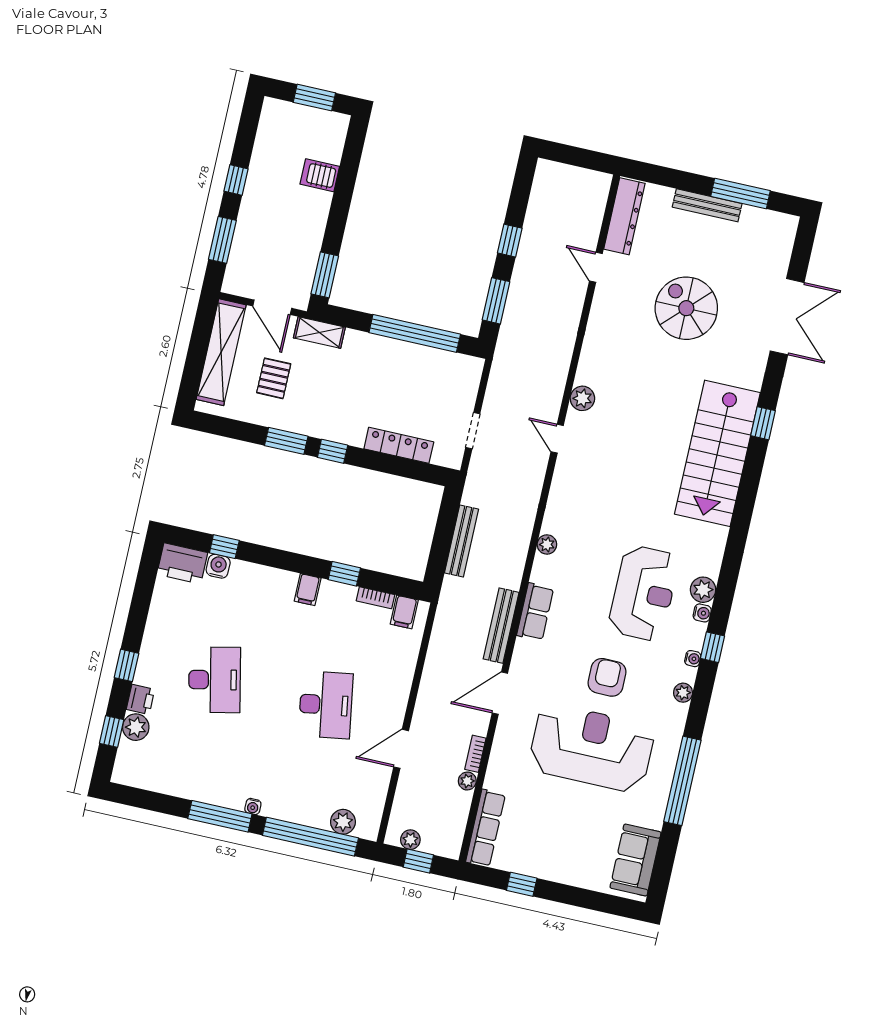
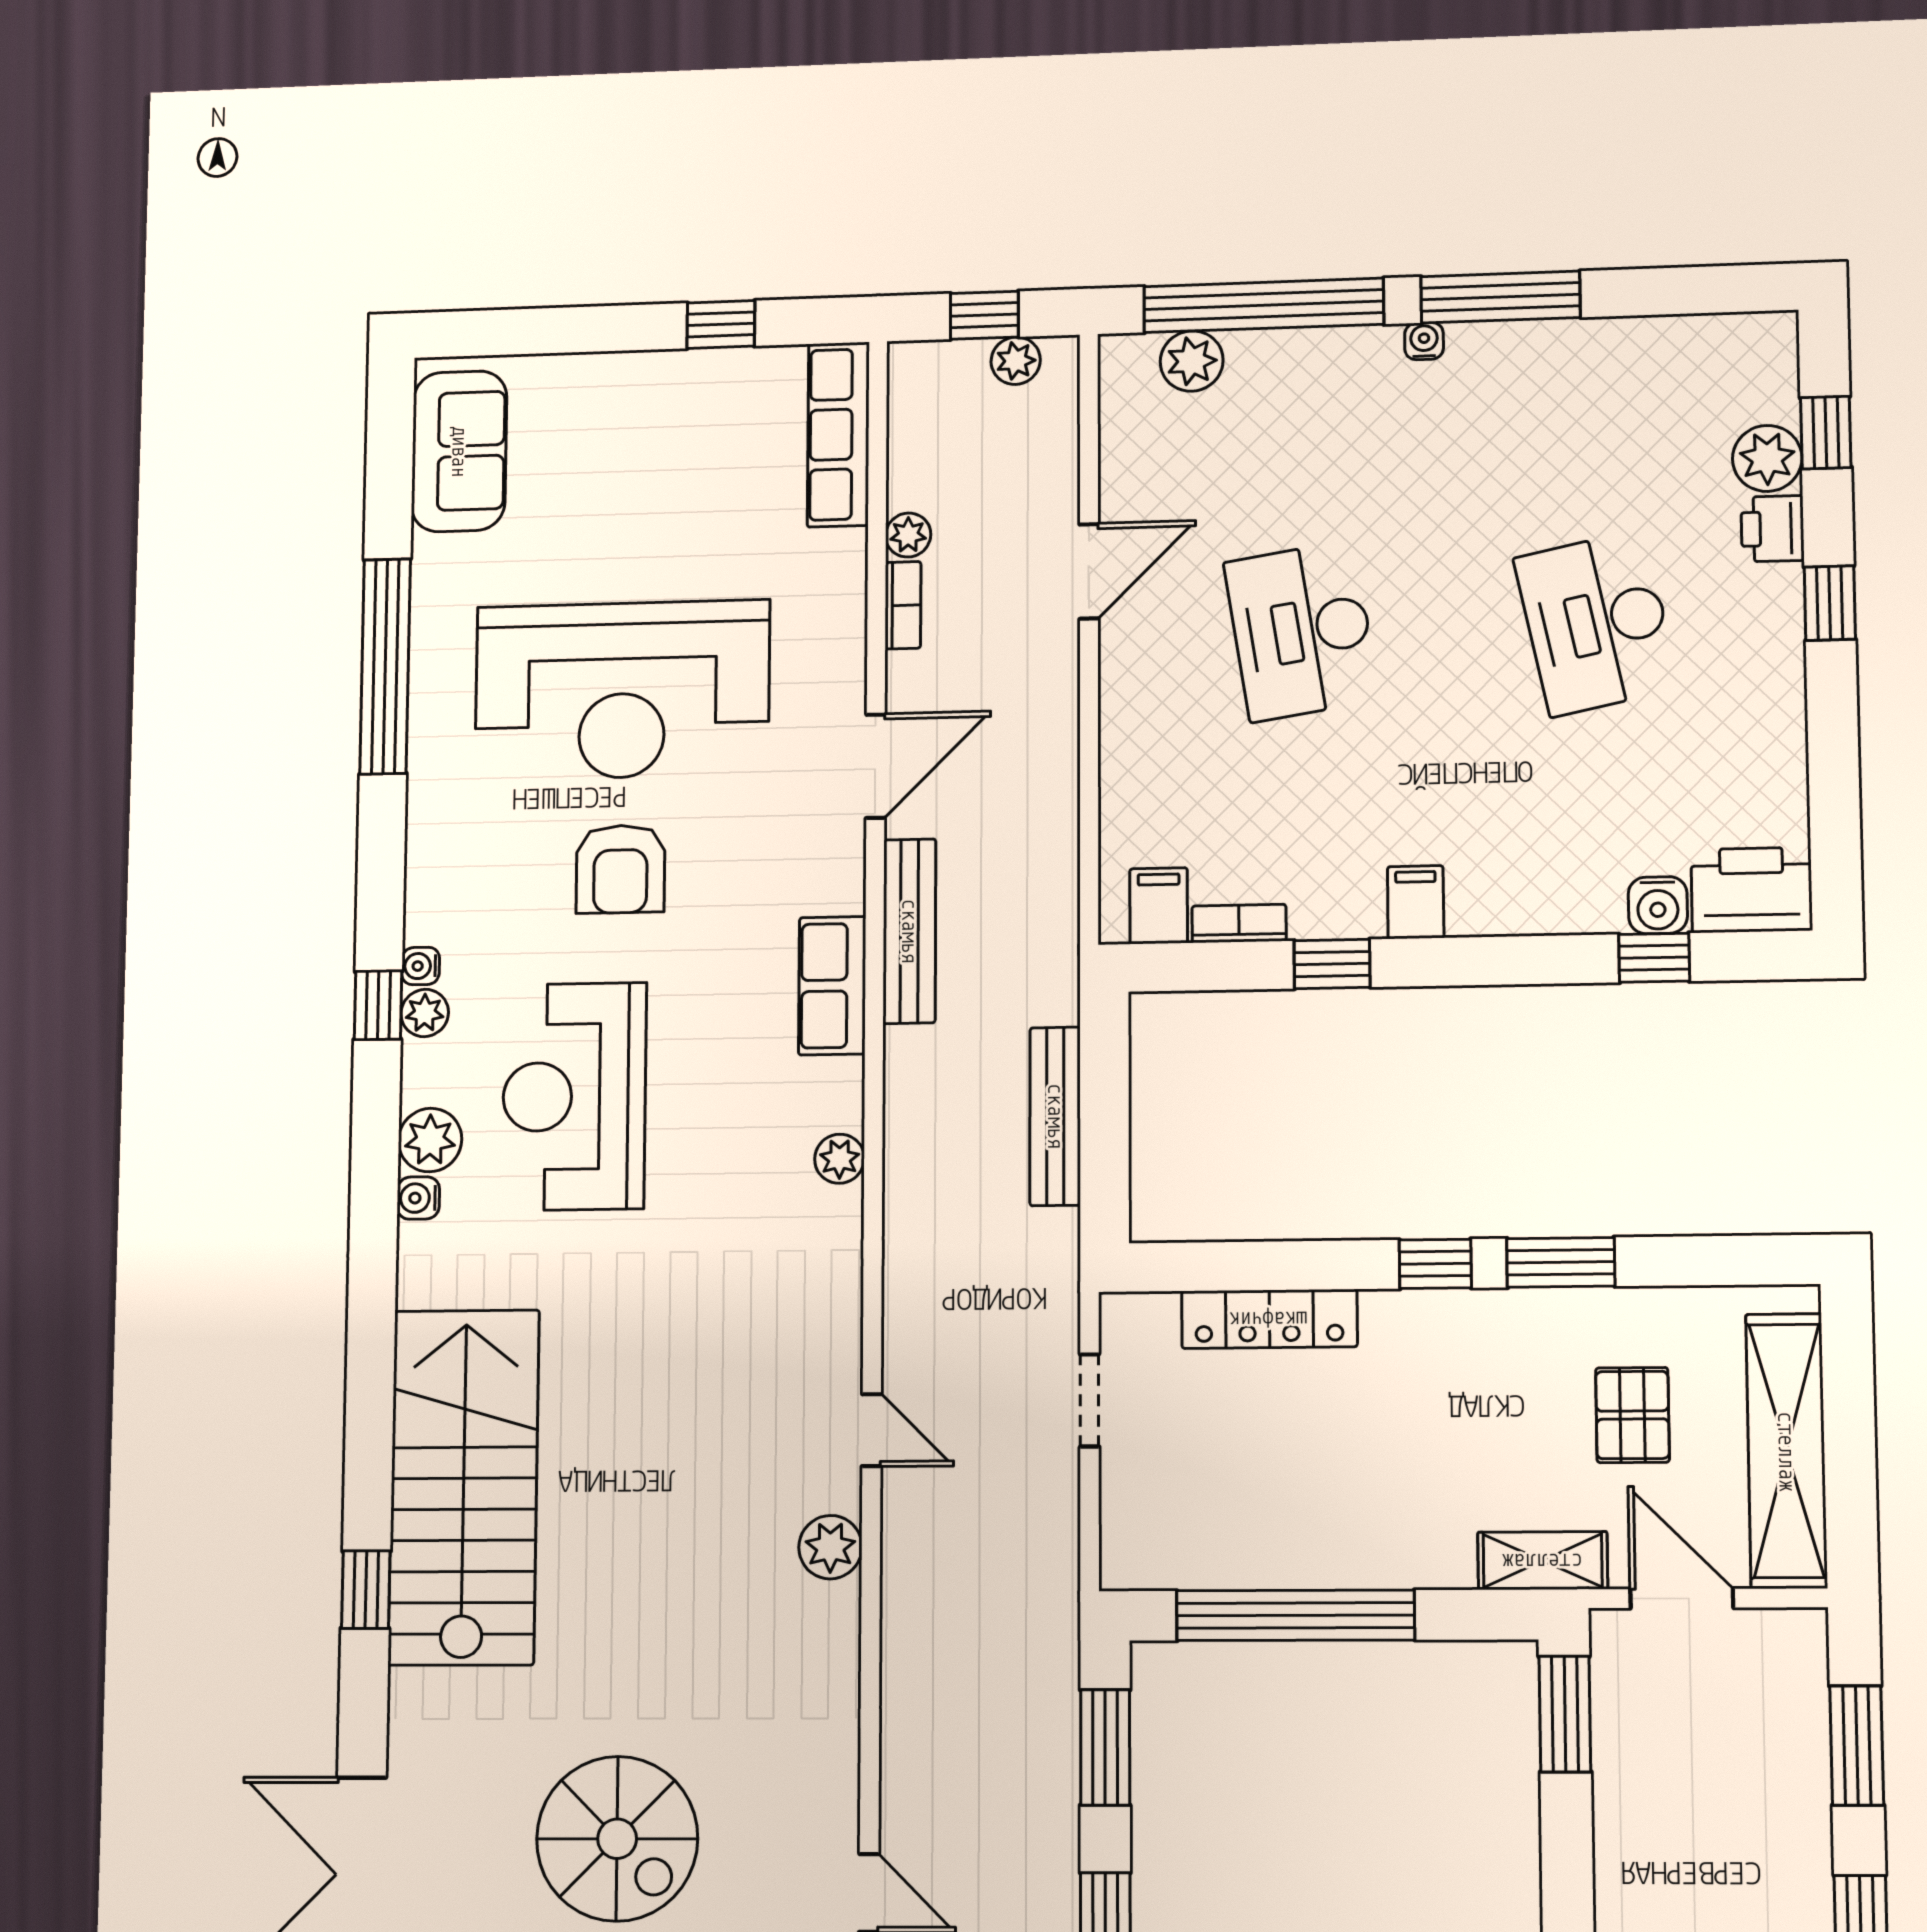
water cooler: (702, 613) -> (418, 1198), moved
plant: (683, 693) -> (425, 1013), moved

